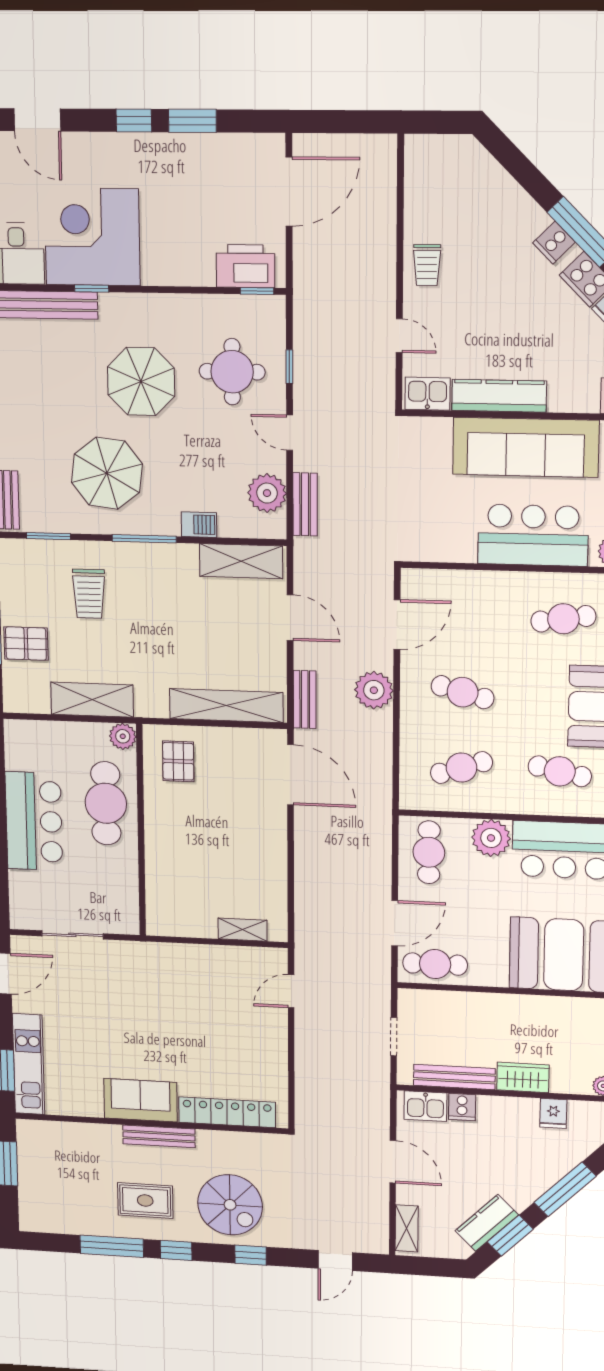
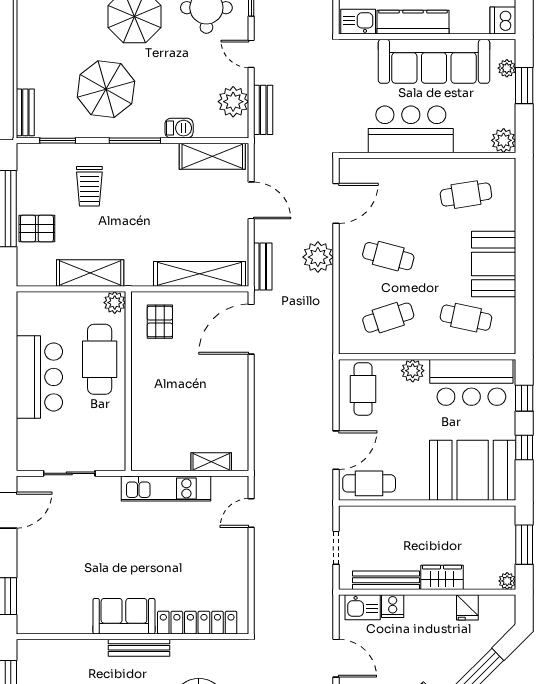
bar counter: (533, 535) -> (411, 129), moved
door: (291, 775) -> (251, 329), swing flipped
plant: (491, 838) -> (413, 371), width x0.73, depth x0.73
kitchen unit: (29, 1064) -> (166, 488), moved, turned 90

